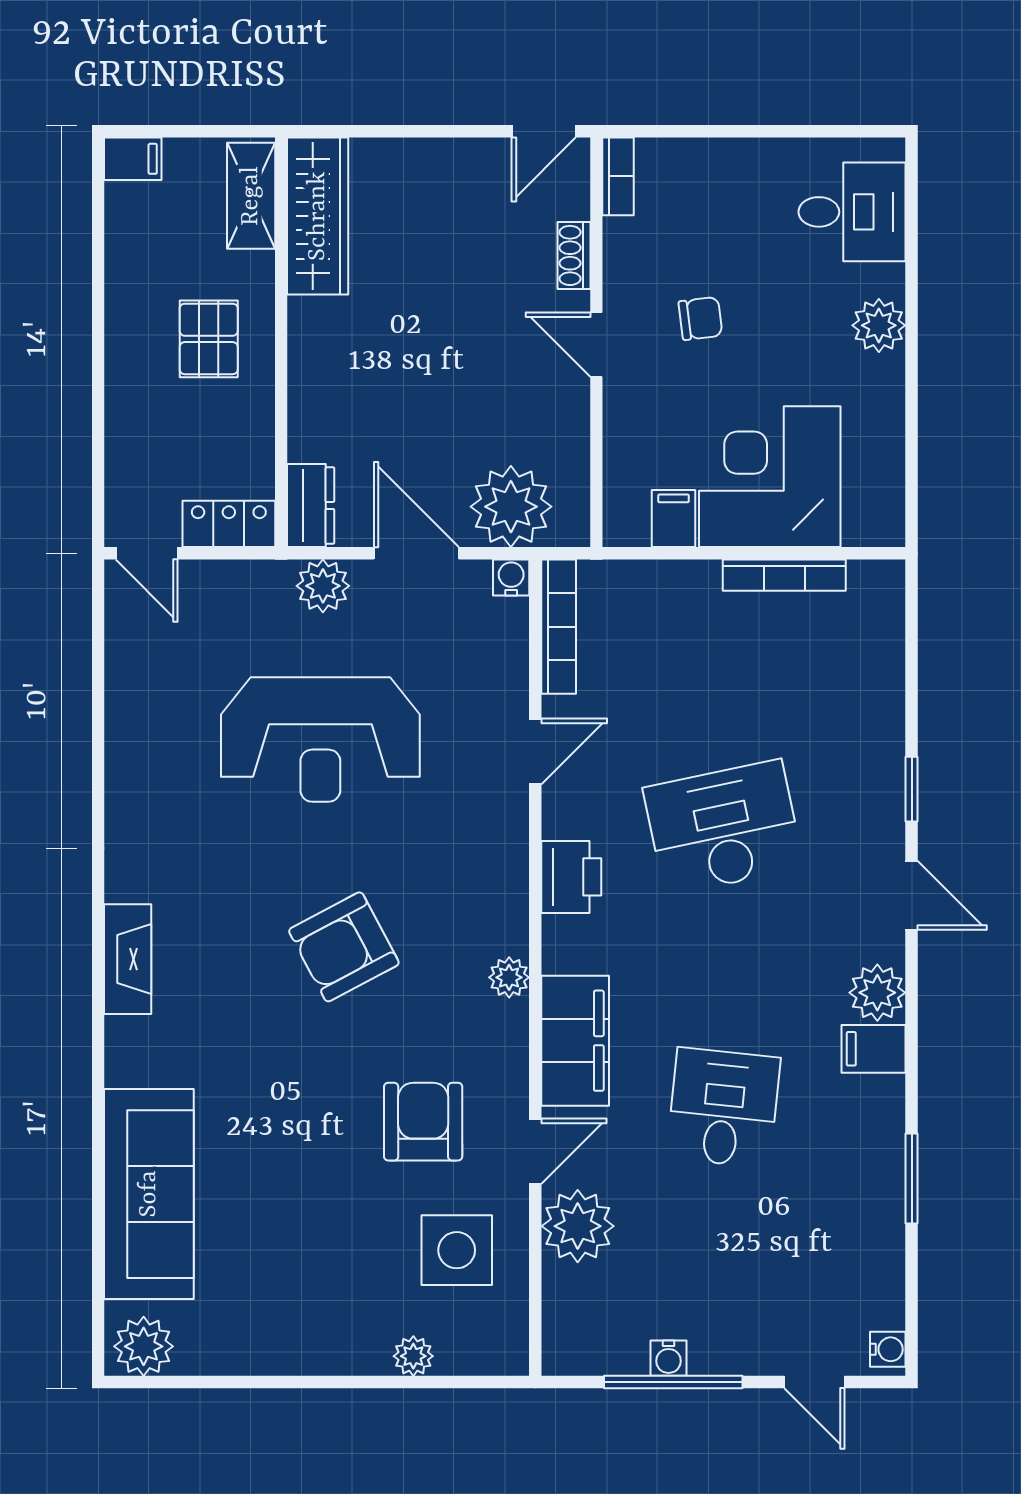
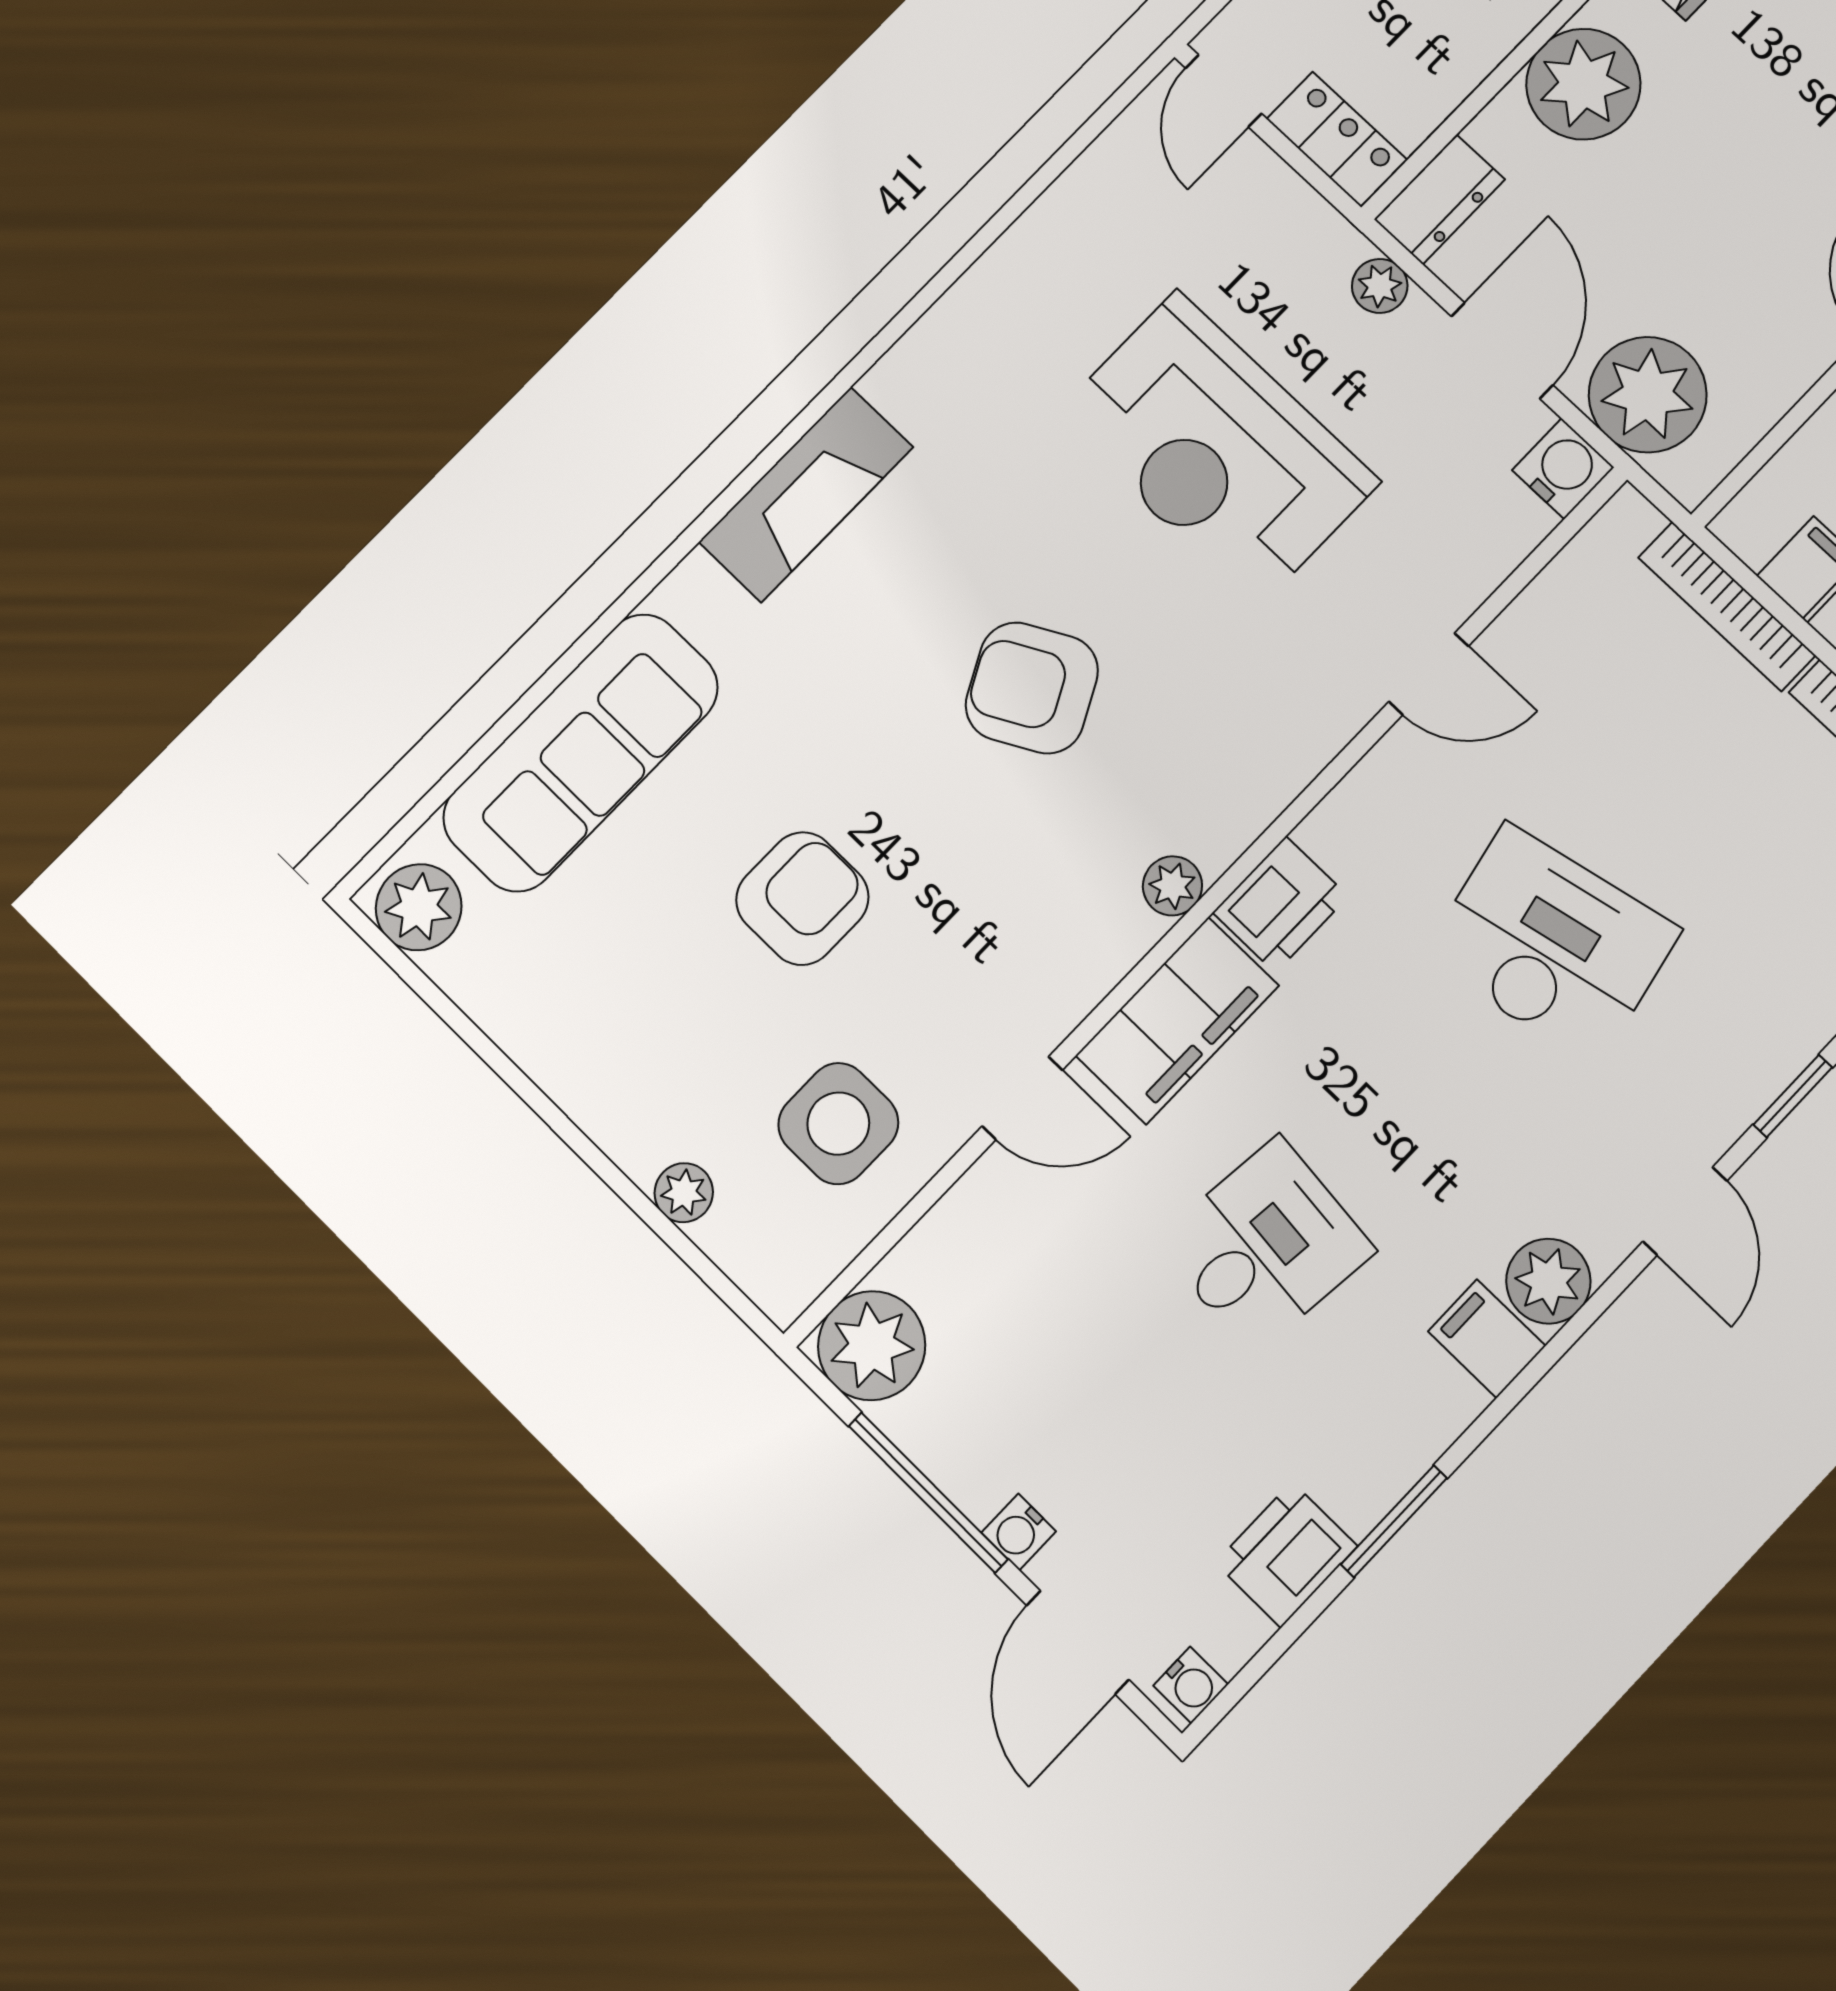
plant: (327, 377) -> (1583, 84), added
water cooler: (511, 578) -> (1563, 469), width x1.38, depth x1.38
plant: (323, 586) -> (1380, 286), width x0.73, depth x0.73
bookcase: (559, 627) -> (1727, 606), moved, turned 90
printer: (571, 877) -> (1281, 904), moved
fireplace: (128, 959) -> (806, 494), width x1.37, depth x1.32
armchair: (423, 1122) -> (802, 899), moved
plant: (578, 1226) -> (872, 1346), moved
printer: (875, 1244) -> (1286, 1555), added
water cooler: (668, 1358) -> (1019, 1532), moved
door: (814, 1382) -> (1078, 1643), width x1.38

